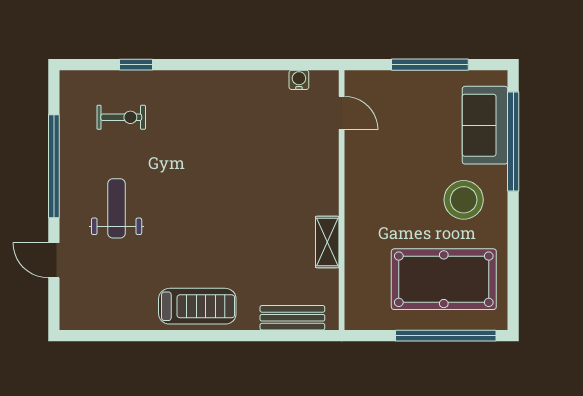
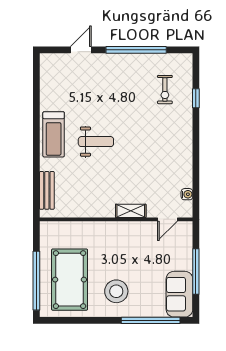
sofa: (485, 125) -> (179, 294), moved, turned -90
weight bench: (117, 208) -> (96, 142), moved
shelving: (327, 242) -> (131, 211), moved

